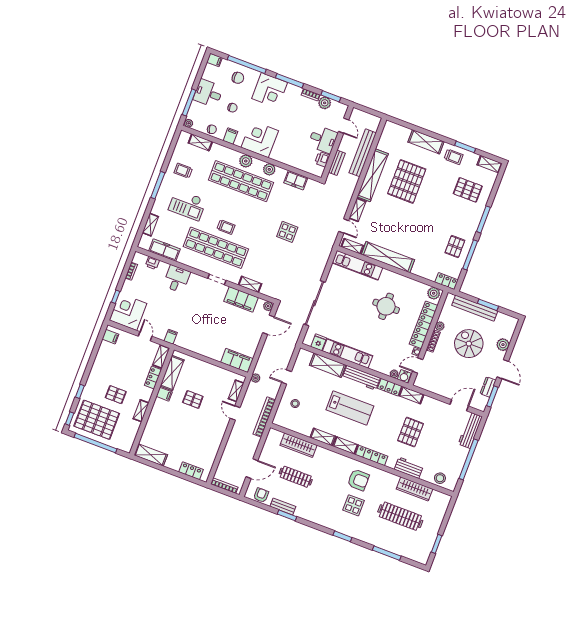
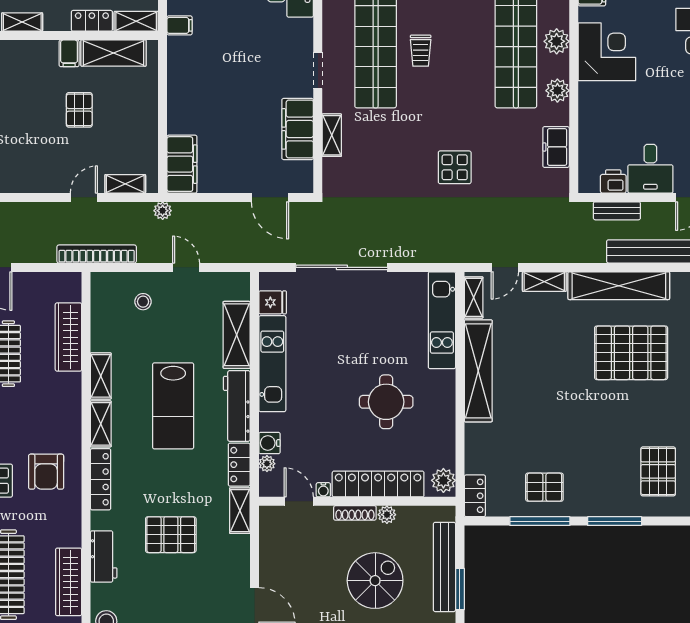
plant: (268, 306) -> (304, 184), removed
water cooler: (404, 376) -> (269, 443), moved

